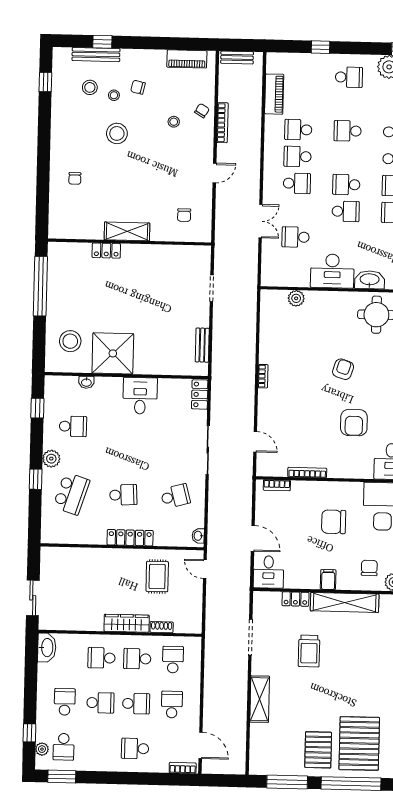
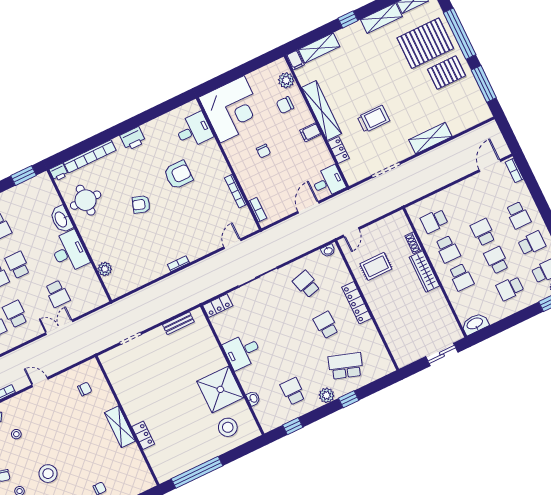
chair: (334, 522) -> (263, 151), width x0.54, depth x0.54
school desk: (172, 704) -> (532, 243), moved, turned 180

